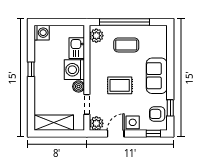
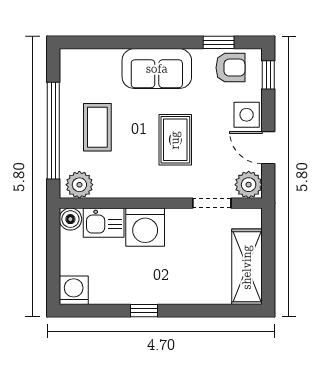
boiler: (79, 86) -> (70, 219), moved
armchair: (157, 114) -> (230, 68), turned -90

